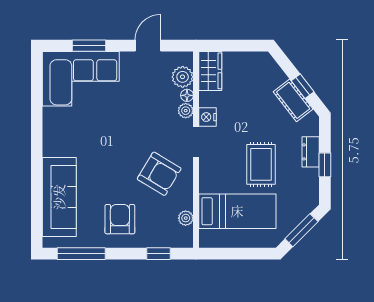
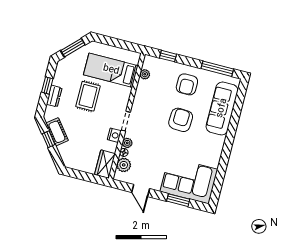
door: (148, 46) -> (141, 191), hinge flipped
armchair: (159, 174) -> (181, 120), moved, turned 62

